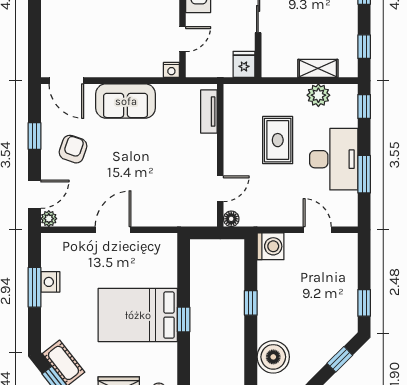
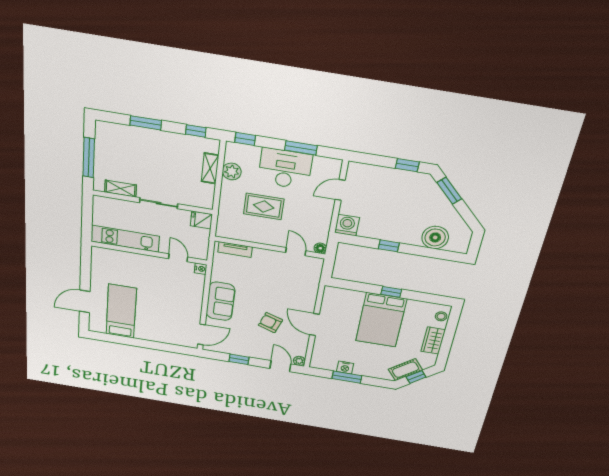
armchair: (73, 149) -> (270, 323), moved
window: (340, 359) -> (449, 191), width x1.50

